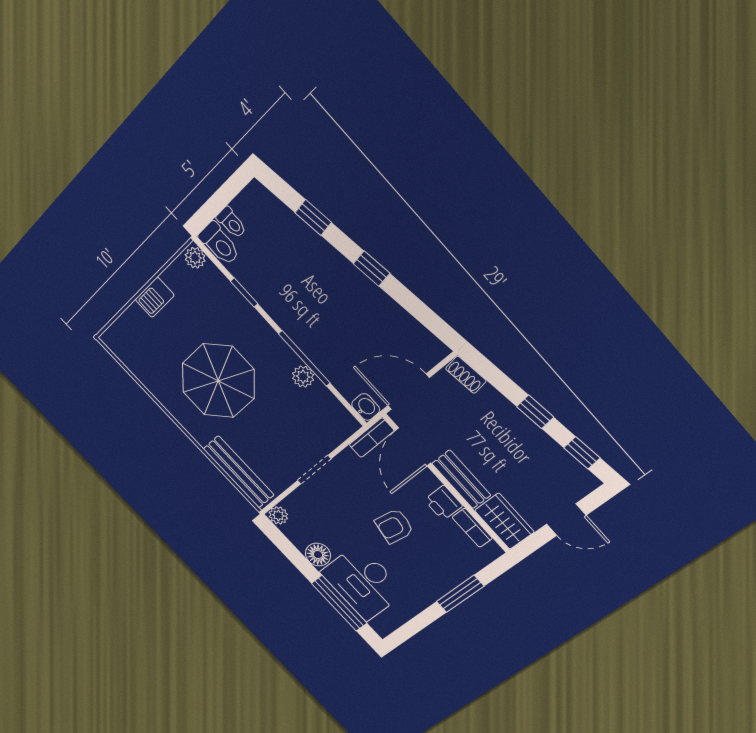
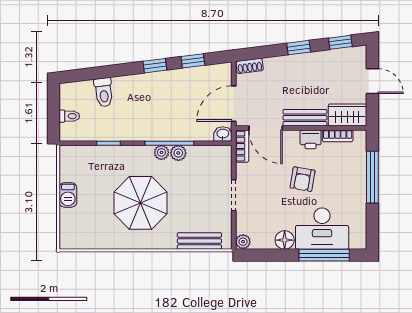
window: (313, 217) -> (193, 61), moved
toilet: (219, 244) -> (104, 92), moved, turned 83
plant: (195, 258) -> (161, 152), moved
bench: (239, 472) -> (199, 241), width x0.73
door: (566, 520) -> (372, 81), hinge flipped
window: (460, 594) -> (372, 177), width x1.44

